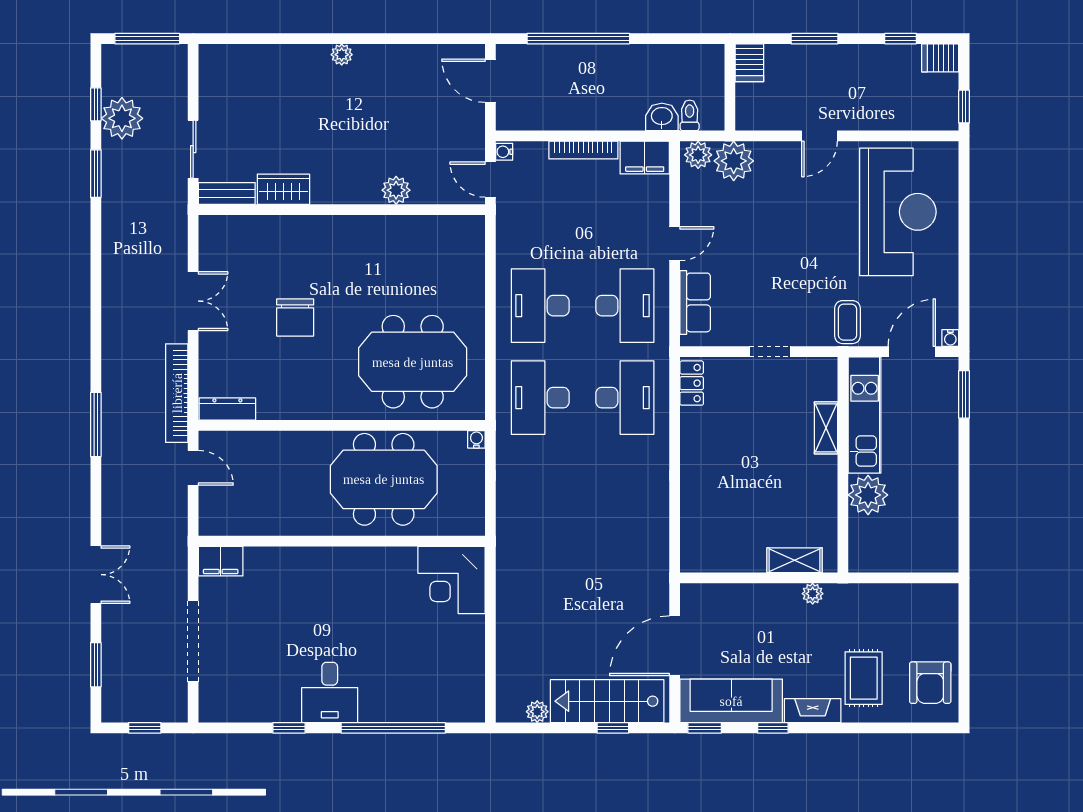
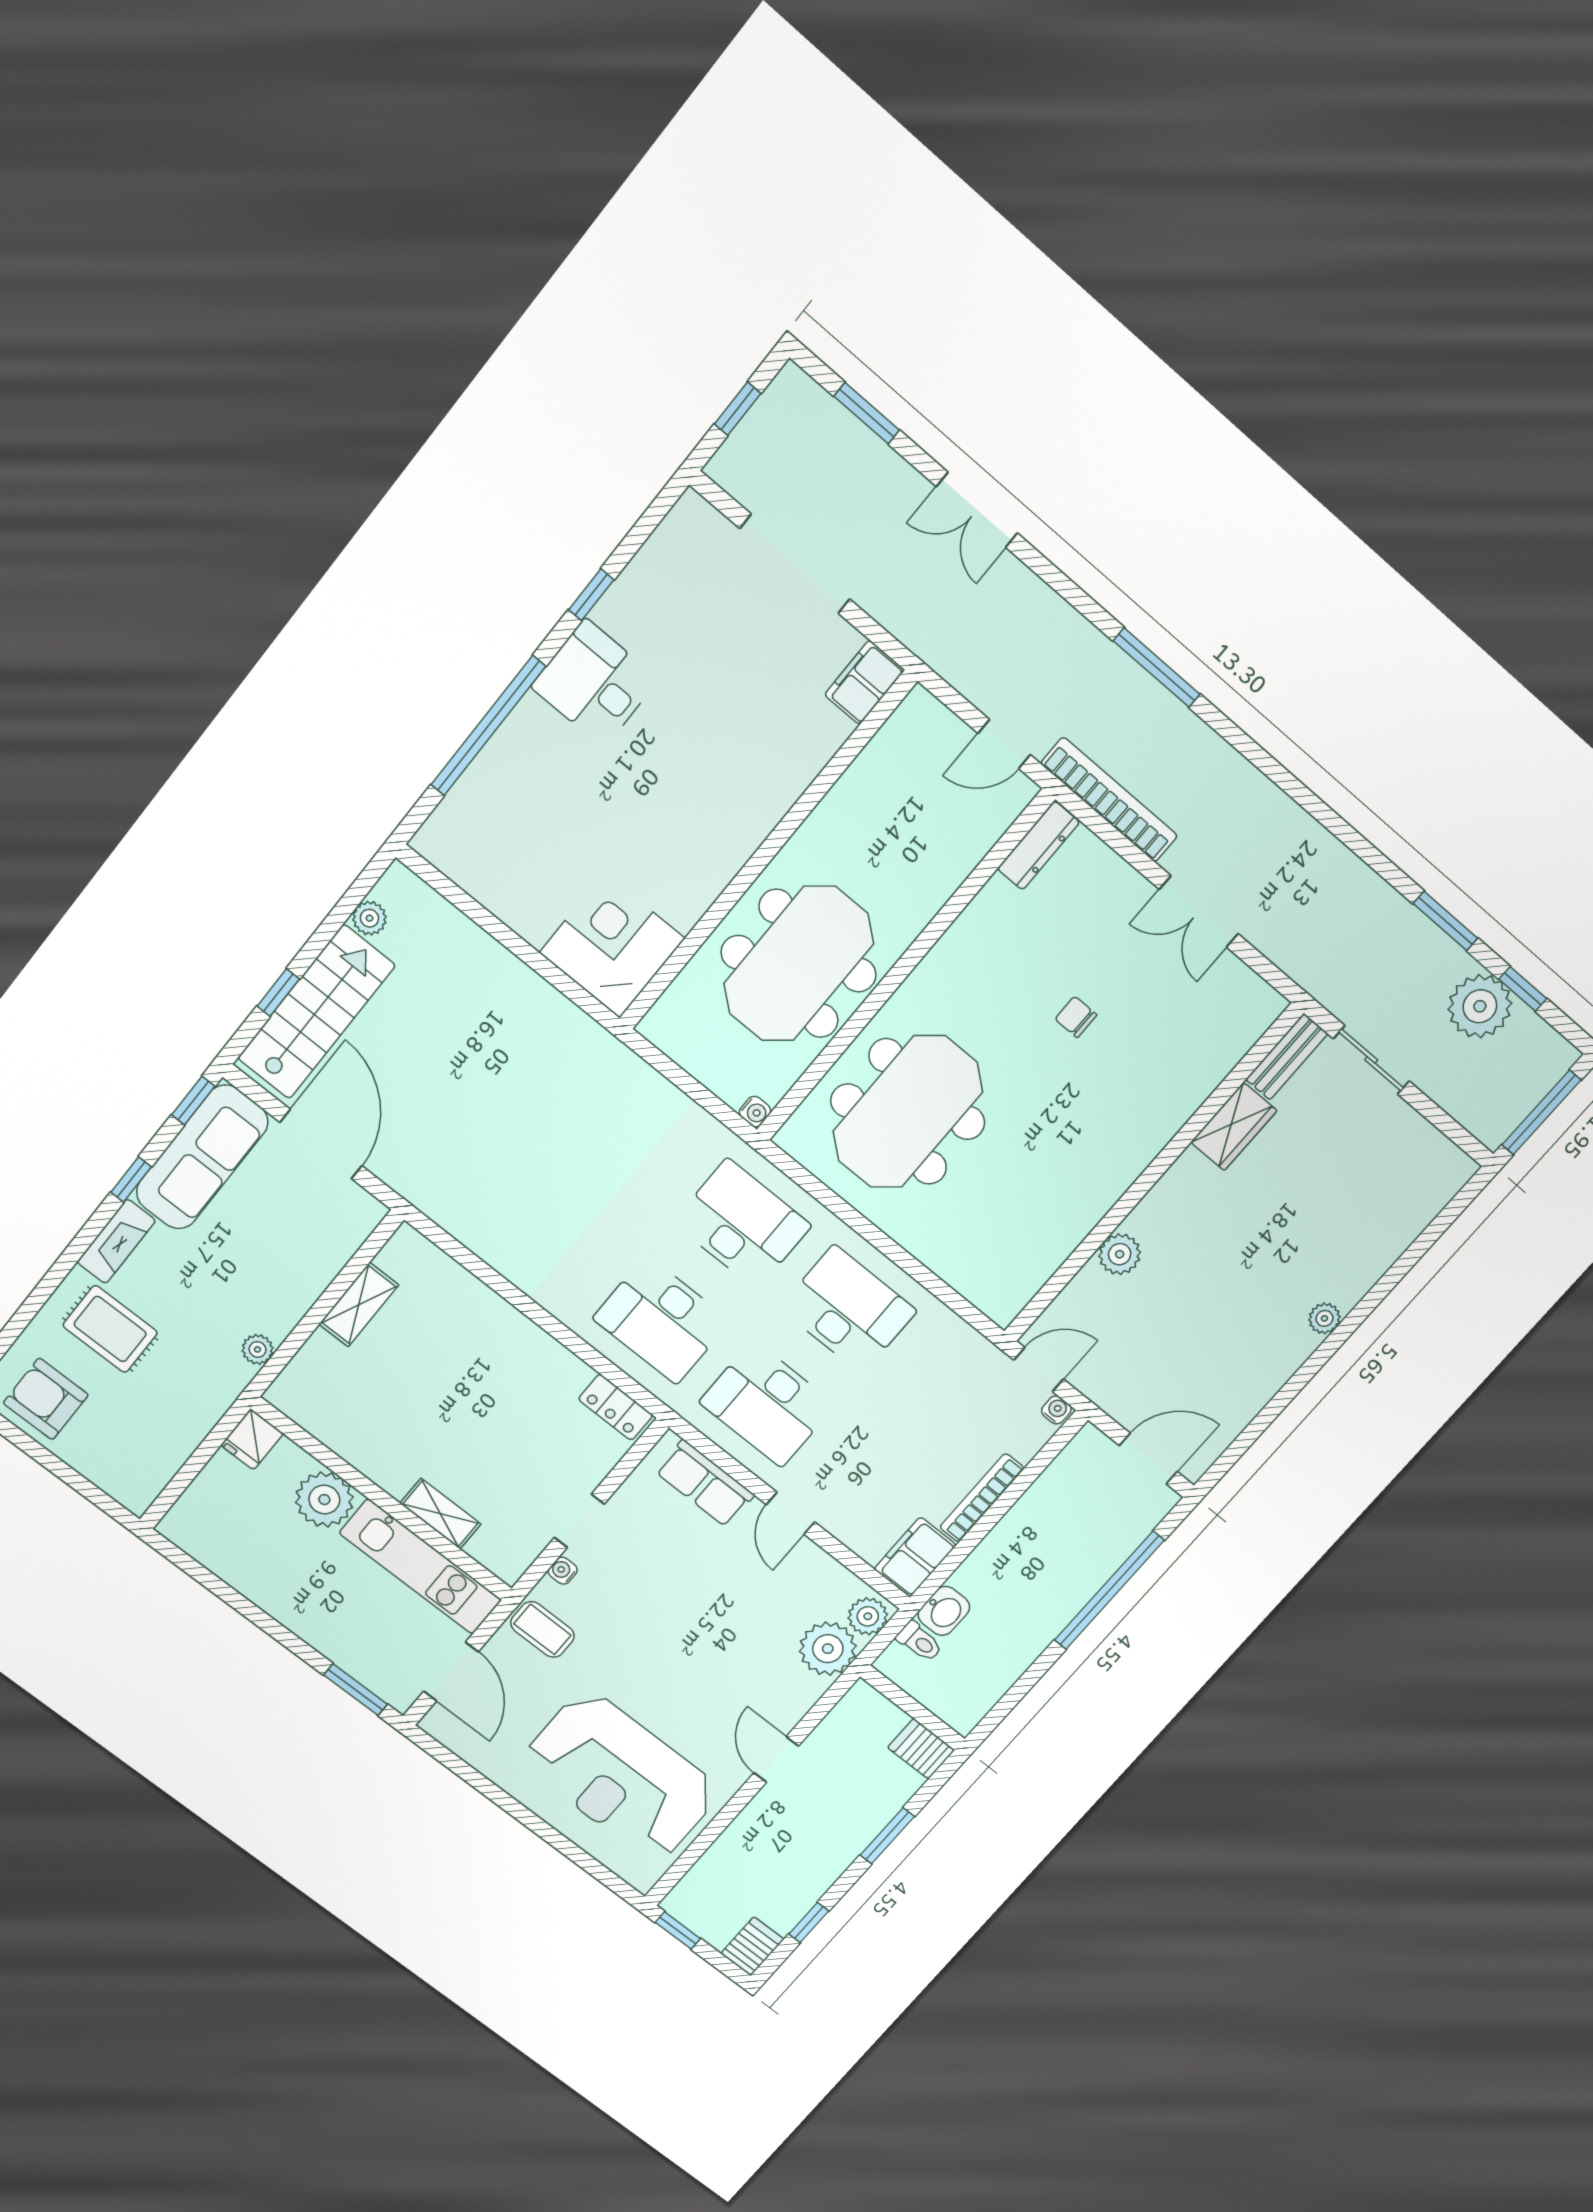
chair: (295, 318) -> (1076, 1017), width x0.54, depth x0.54
water cooler: (950, 338) -> (563, 1571), moved
fridge: (865, 559) -> (252, 1439), added
shelving: (795, 560) -> (359, 1305), moved

